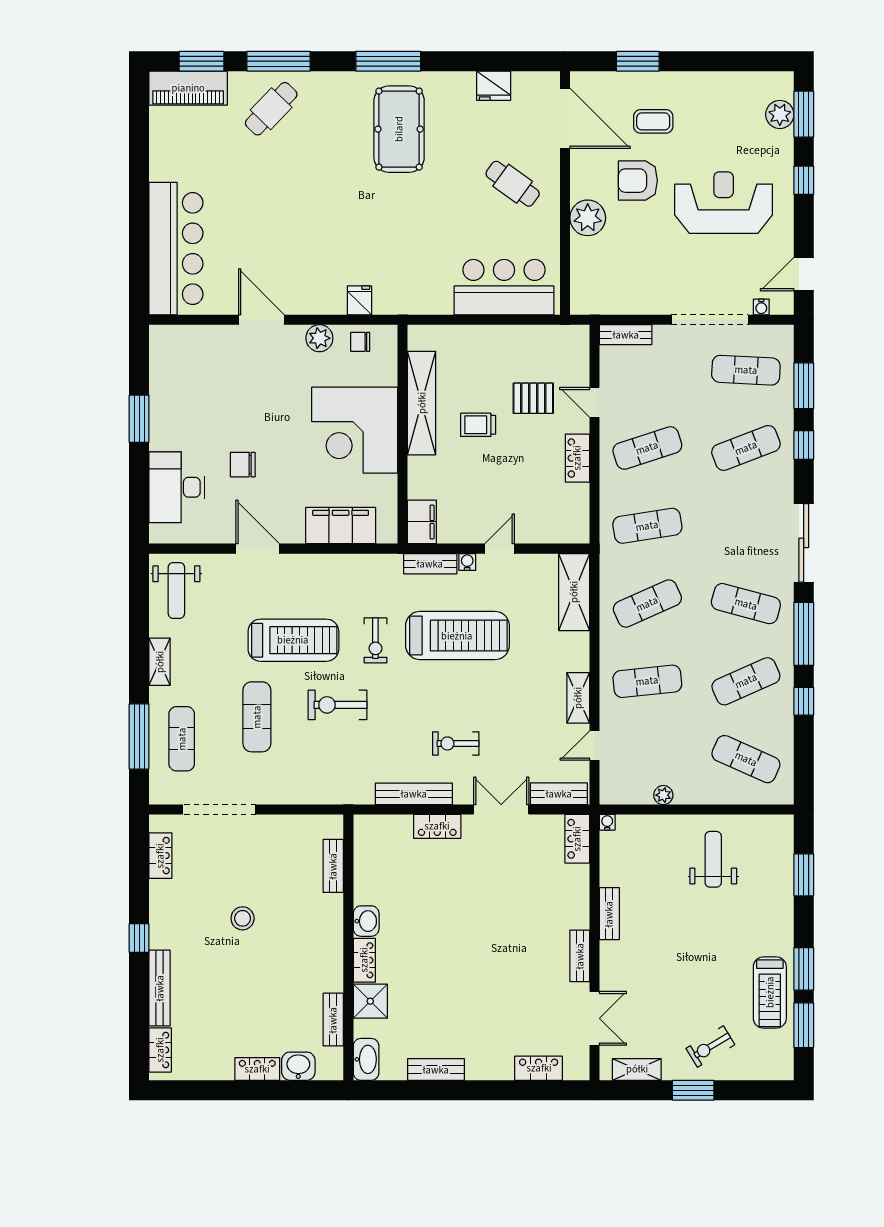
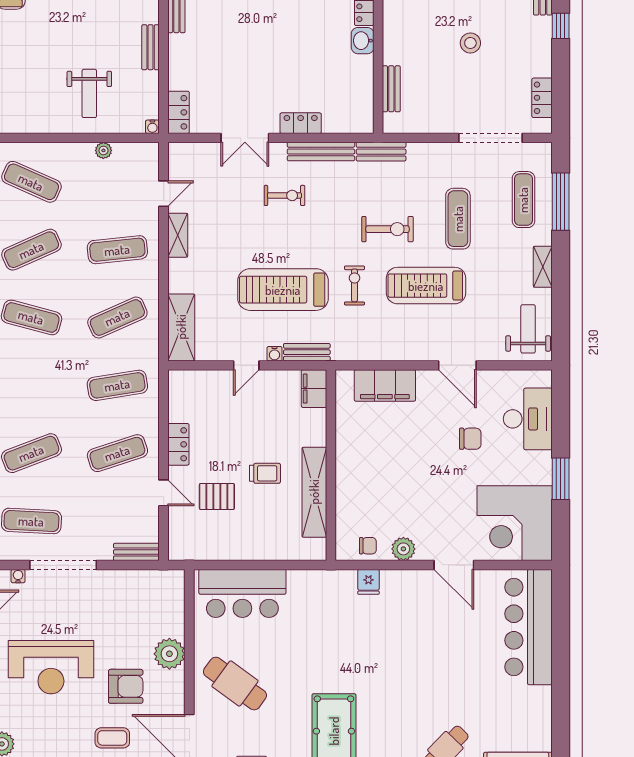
cafe table: (513, 184) -> (235, 684), width x1.37, depth x1.35
corner desk: (355, 430) -> (515, 523), moved, turned 180
bench: (559, 794) -> (381, 152), moved
weight bench: (713, 859) -> (89, 93), moved

